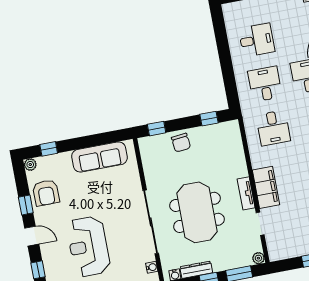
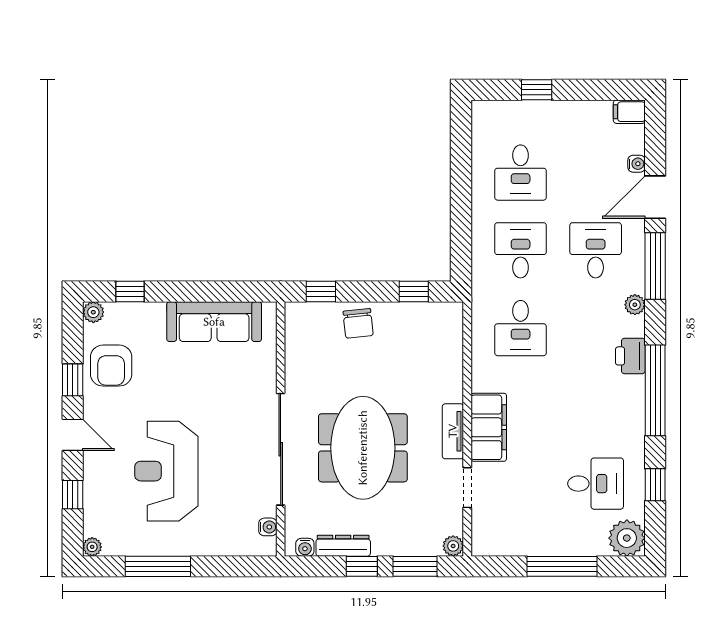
desk: (257, 40) -> (521, 173), turned 90

